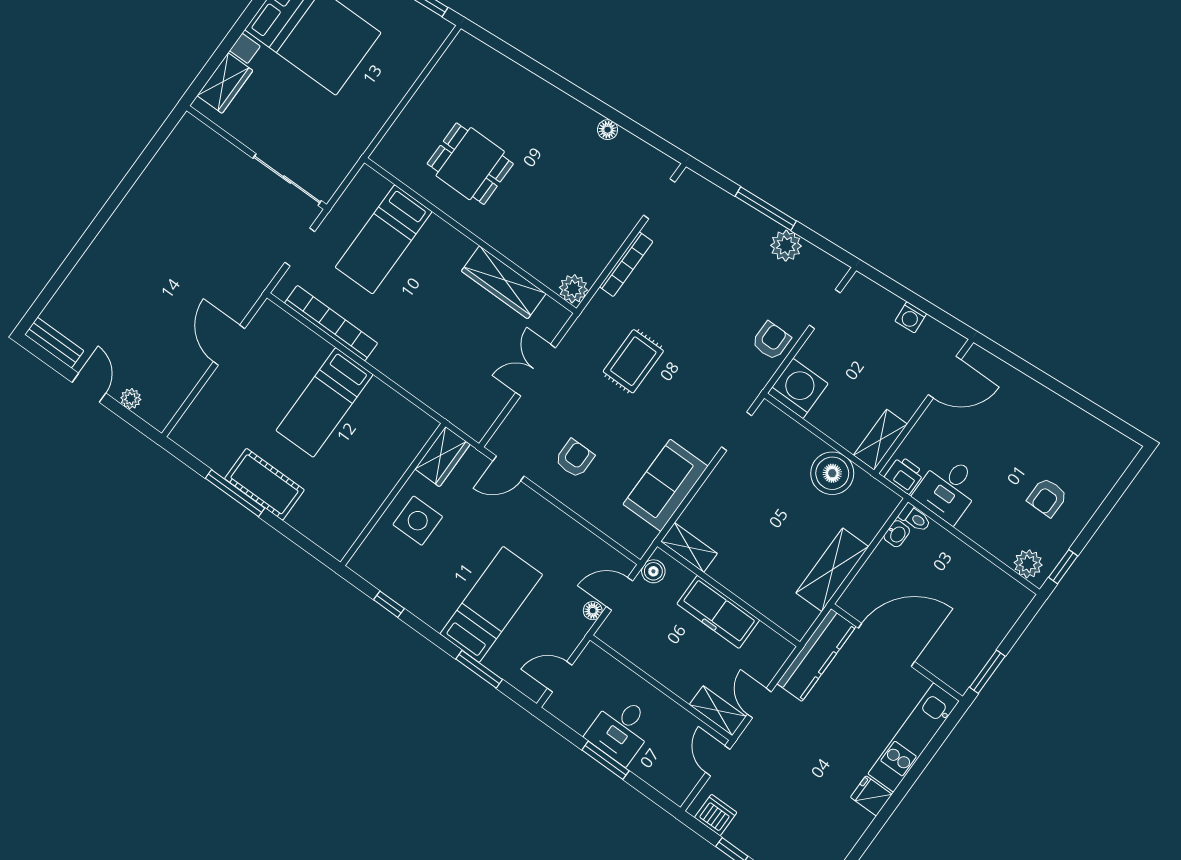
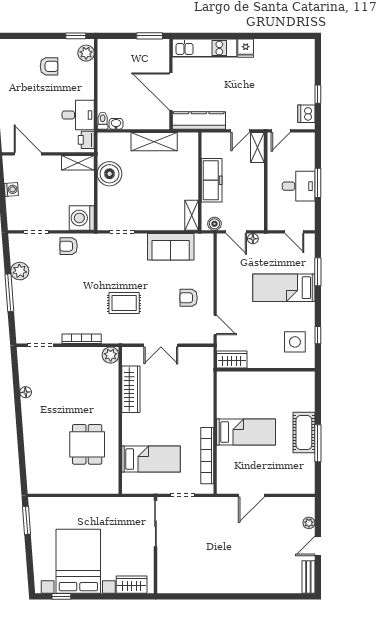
side table: (418, 521) -> (295, 342), moved

